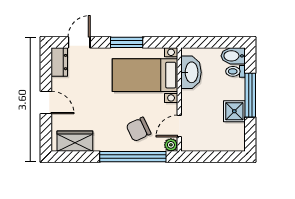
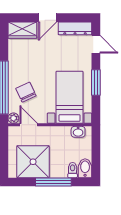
dresser: (59, 62) -> (75, 28), width x1.44
washbasin: (191, 72) -> (78, 132), width x0.52, depth x0.69
shower: (234, 111) -> (33, 162), width x1.86, depth x1.86
wardrobe: (75, 141) -> (22, 30), moved, turned 90

